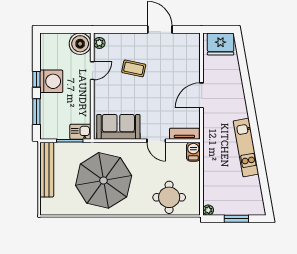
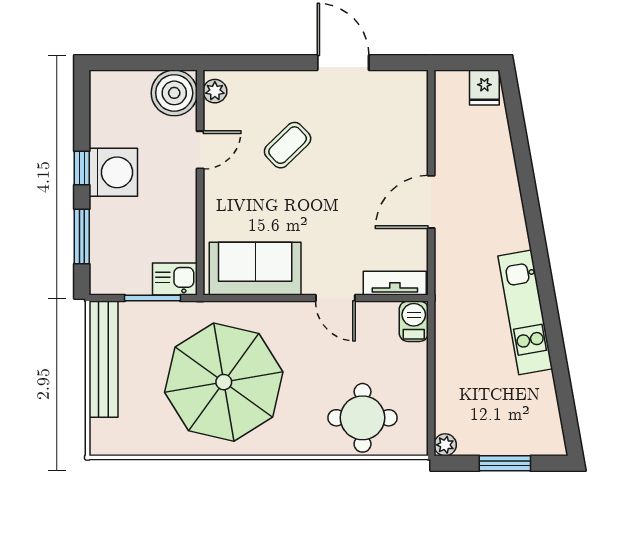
fridge: (221, 44) -> (484, 87), width x0.53, depth x0.75
coffee table: (134, 68) -> (288, 145), turned -56

